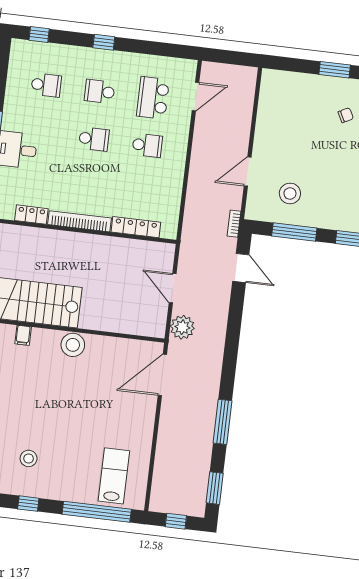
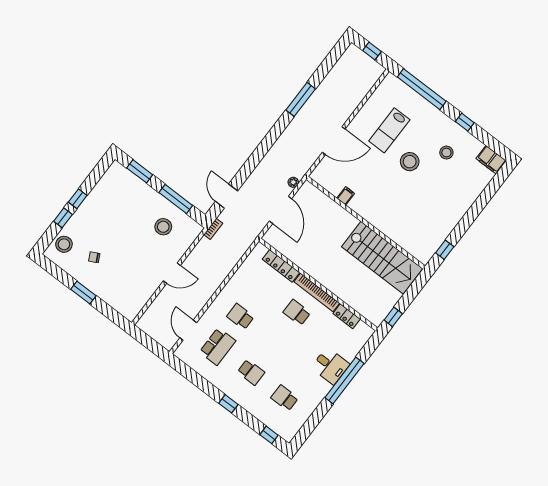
door: (196, 96) -> (188, 330), hinge flipped
school desk: (94, 139) -> (297, 312), moved
door: (248, 172) -> (172, 273), moved
door: (173, 288) -> (281, 210), width x1.36
plant: (182, 327) -> (293, 182), width x0.53, depth x0.53
filing cabinet: (23, 335) -> (346, 196), moved
stool: (73, 345) -> (410, 162), moved
door: (162, 375) -> (334, 141), moved
lab bench: (114, 476) -> (389, 130), moved
window: (215, 488) -> (332, 58), removed

